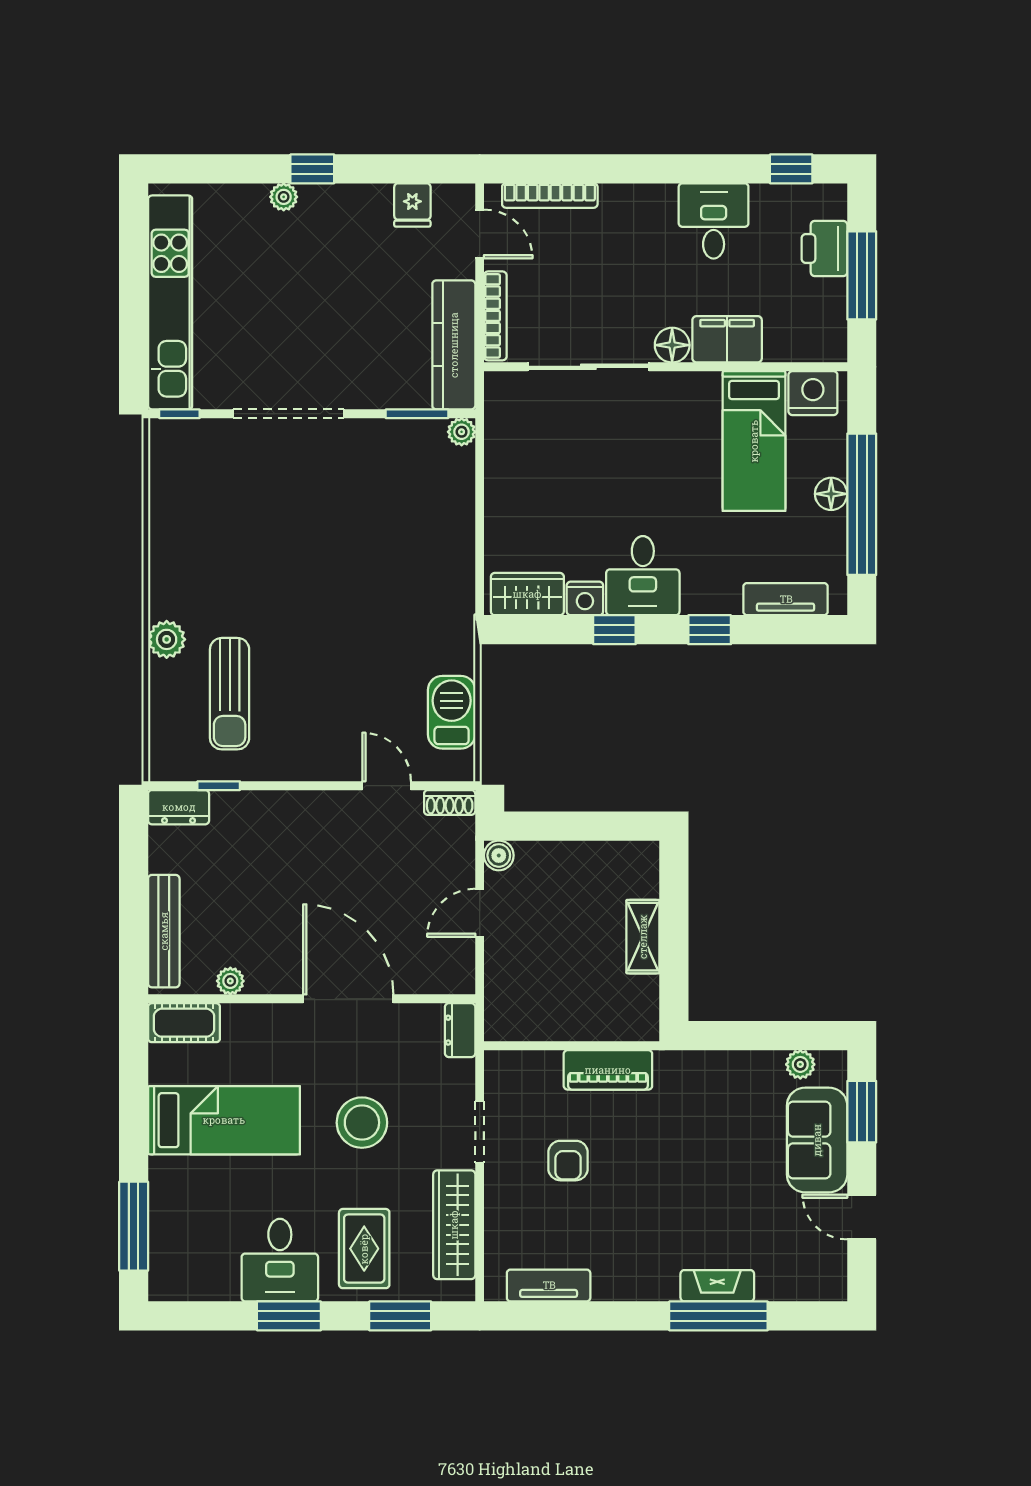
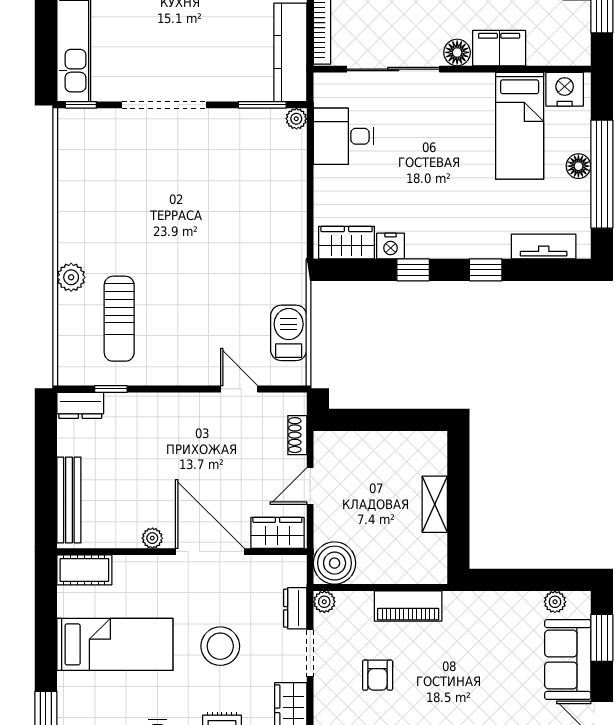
desk: (643, 576) -> (344, 136), moved, turned 90
shoe rack: (450, 802) -> (297, 435), moved, turned 90
boiler: (499, 855) -> (335, 563), moved, width x1.86, depth x1.86
wardrobe: (437, 974) -> (277, 533), added
plant: (230, 981) -> (152, 538), moved
dresser: (460, 1030) -> (295, 608), moved
plant: (498, 1064) -> (324, 602), added

